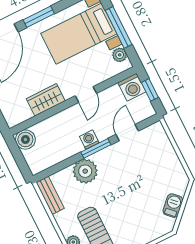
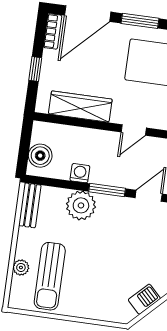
wardrobe: (46, 100) -> (80, 107), width x1.50
boiler: (25, 140) -> (40, 156), moved
washing machine: (89, 140) -> (80, 173), moved

